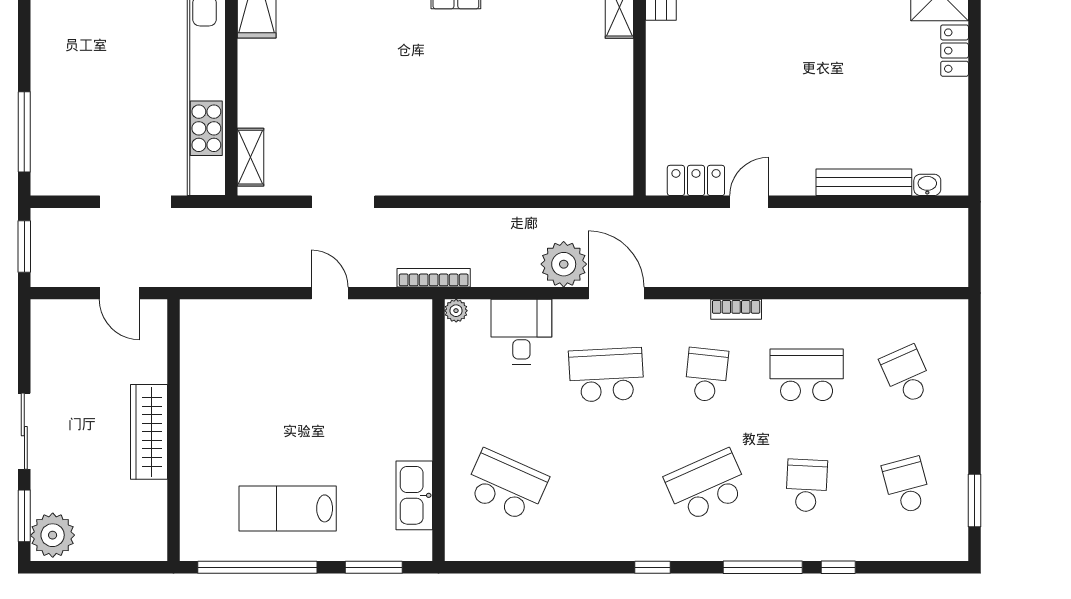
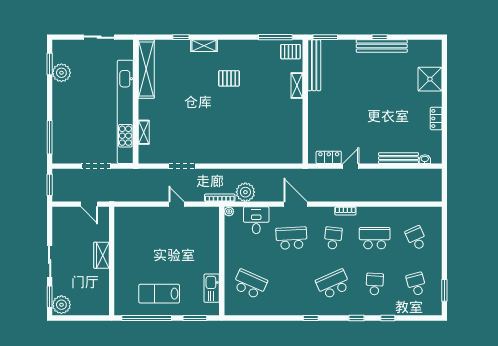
locker: (955, 51) -> (436, 118), moved
shelving: (251, 157) -> (144, 132), moved
plant: (564, 264) -> (245, 192), moved
wardrobe: (149, 432) -> (102, 255), width x0.67
window: (763, 567) -> (356, 318), width x0.46

